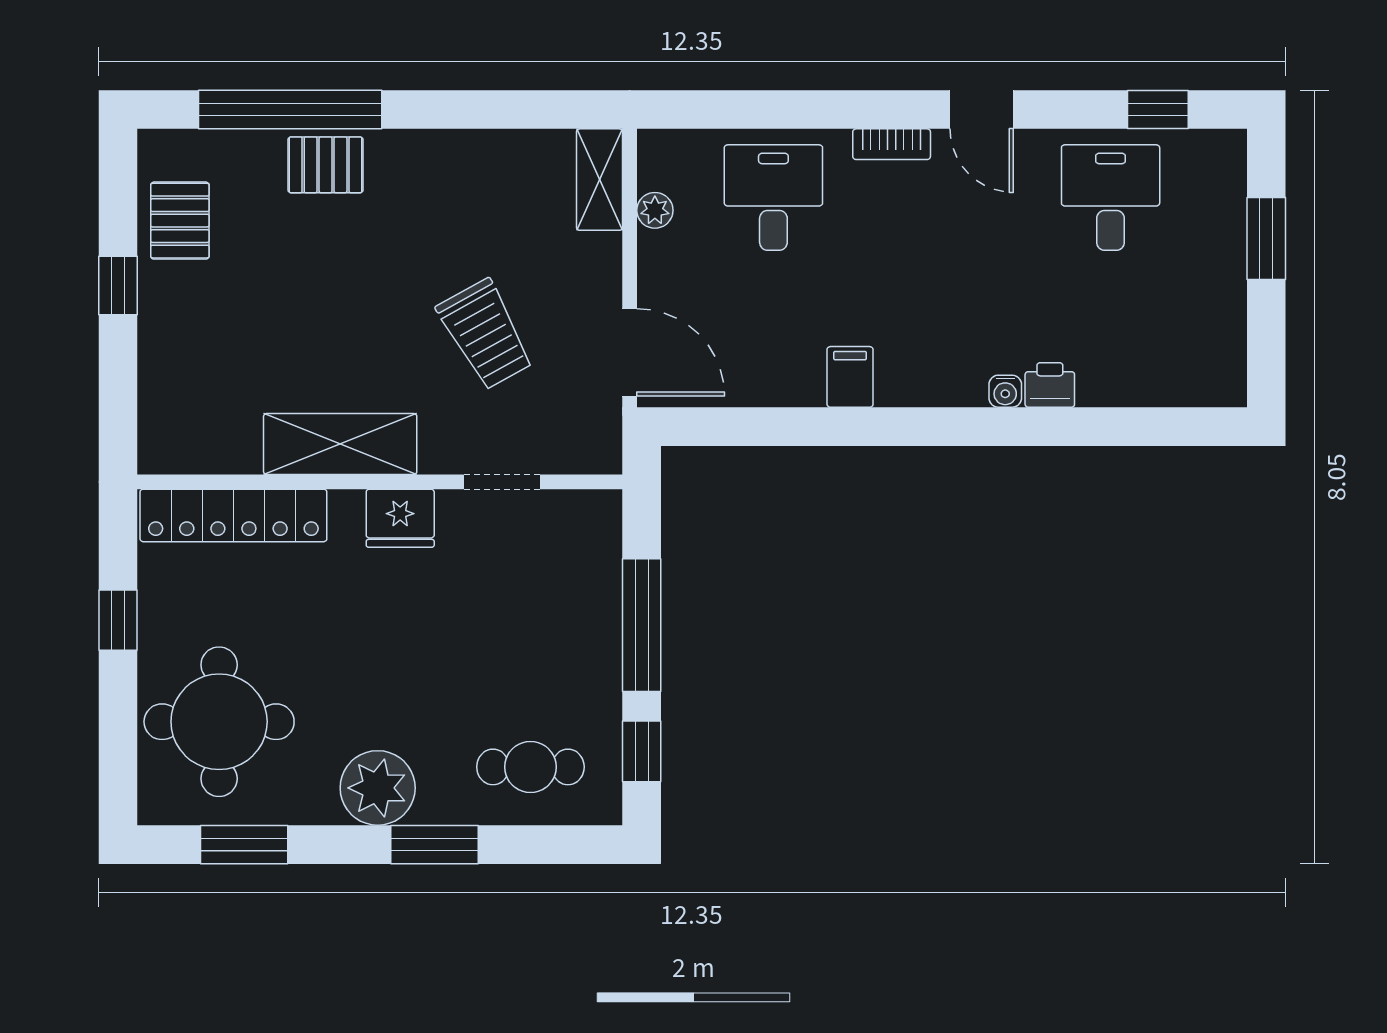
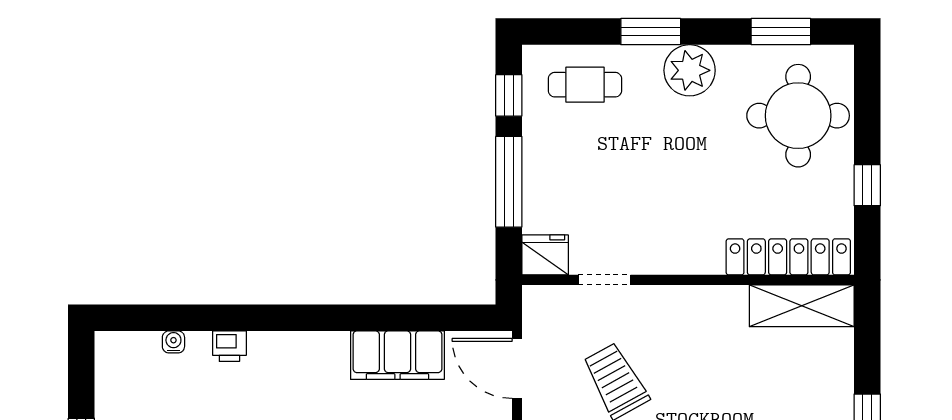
filing cabinet: (850, 377) -> (397, 355), width x3.00, depth x1.17
water cooler: (1005, 391) -> (173, 342), moved
shelving: (340, 444) -> (802, 306), moved
fridge: (400, 518) -> (545, 255), moved

